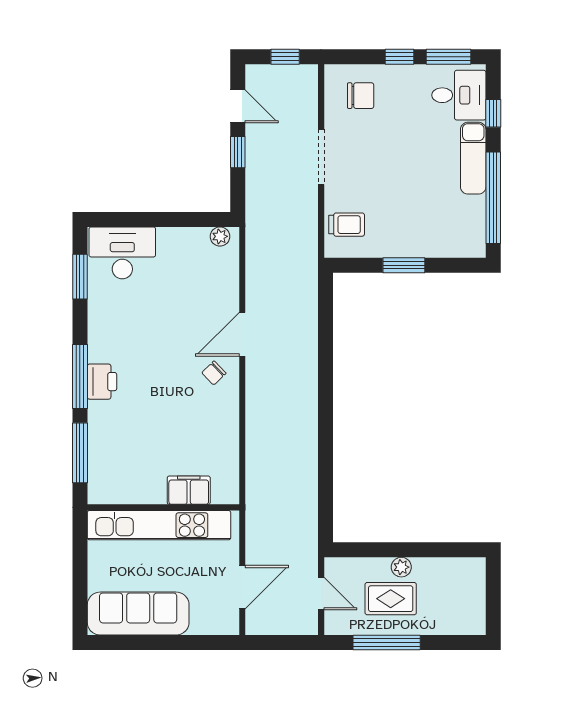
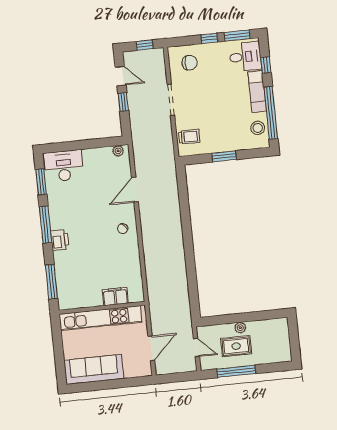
stool: (468, 222) -> (258, 128), added
door: (242, 334) -> (135, 190), moved
window: (80, 377) -> (46, 225), moved

